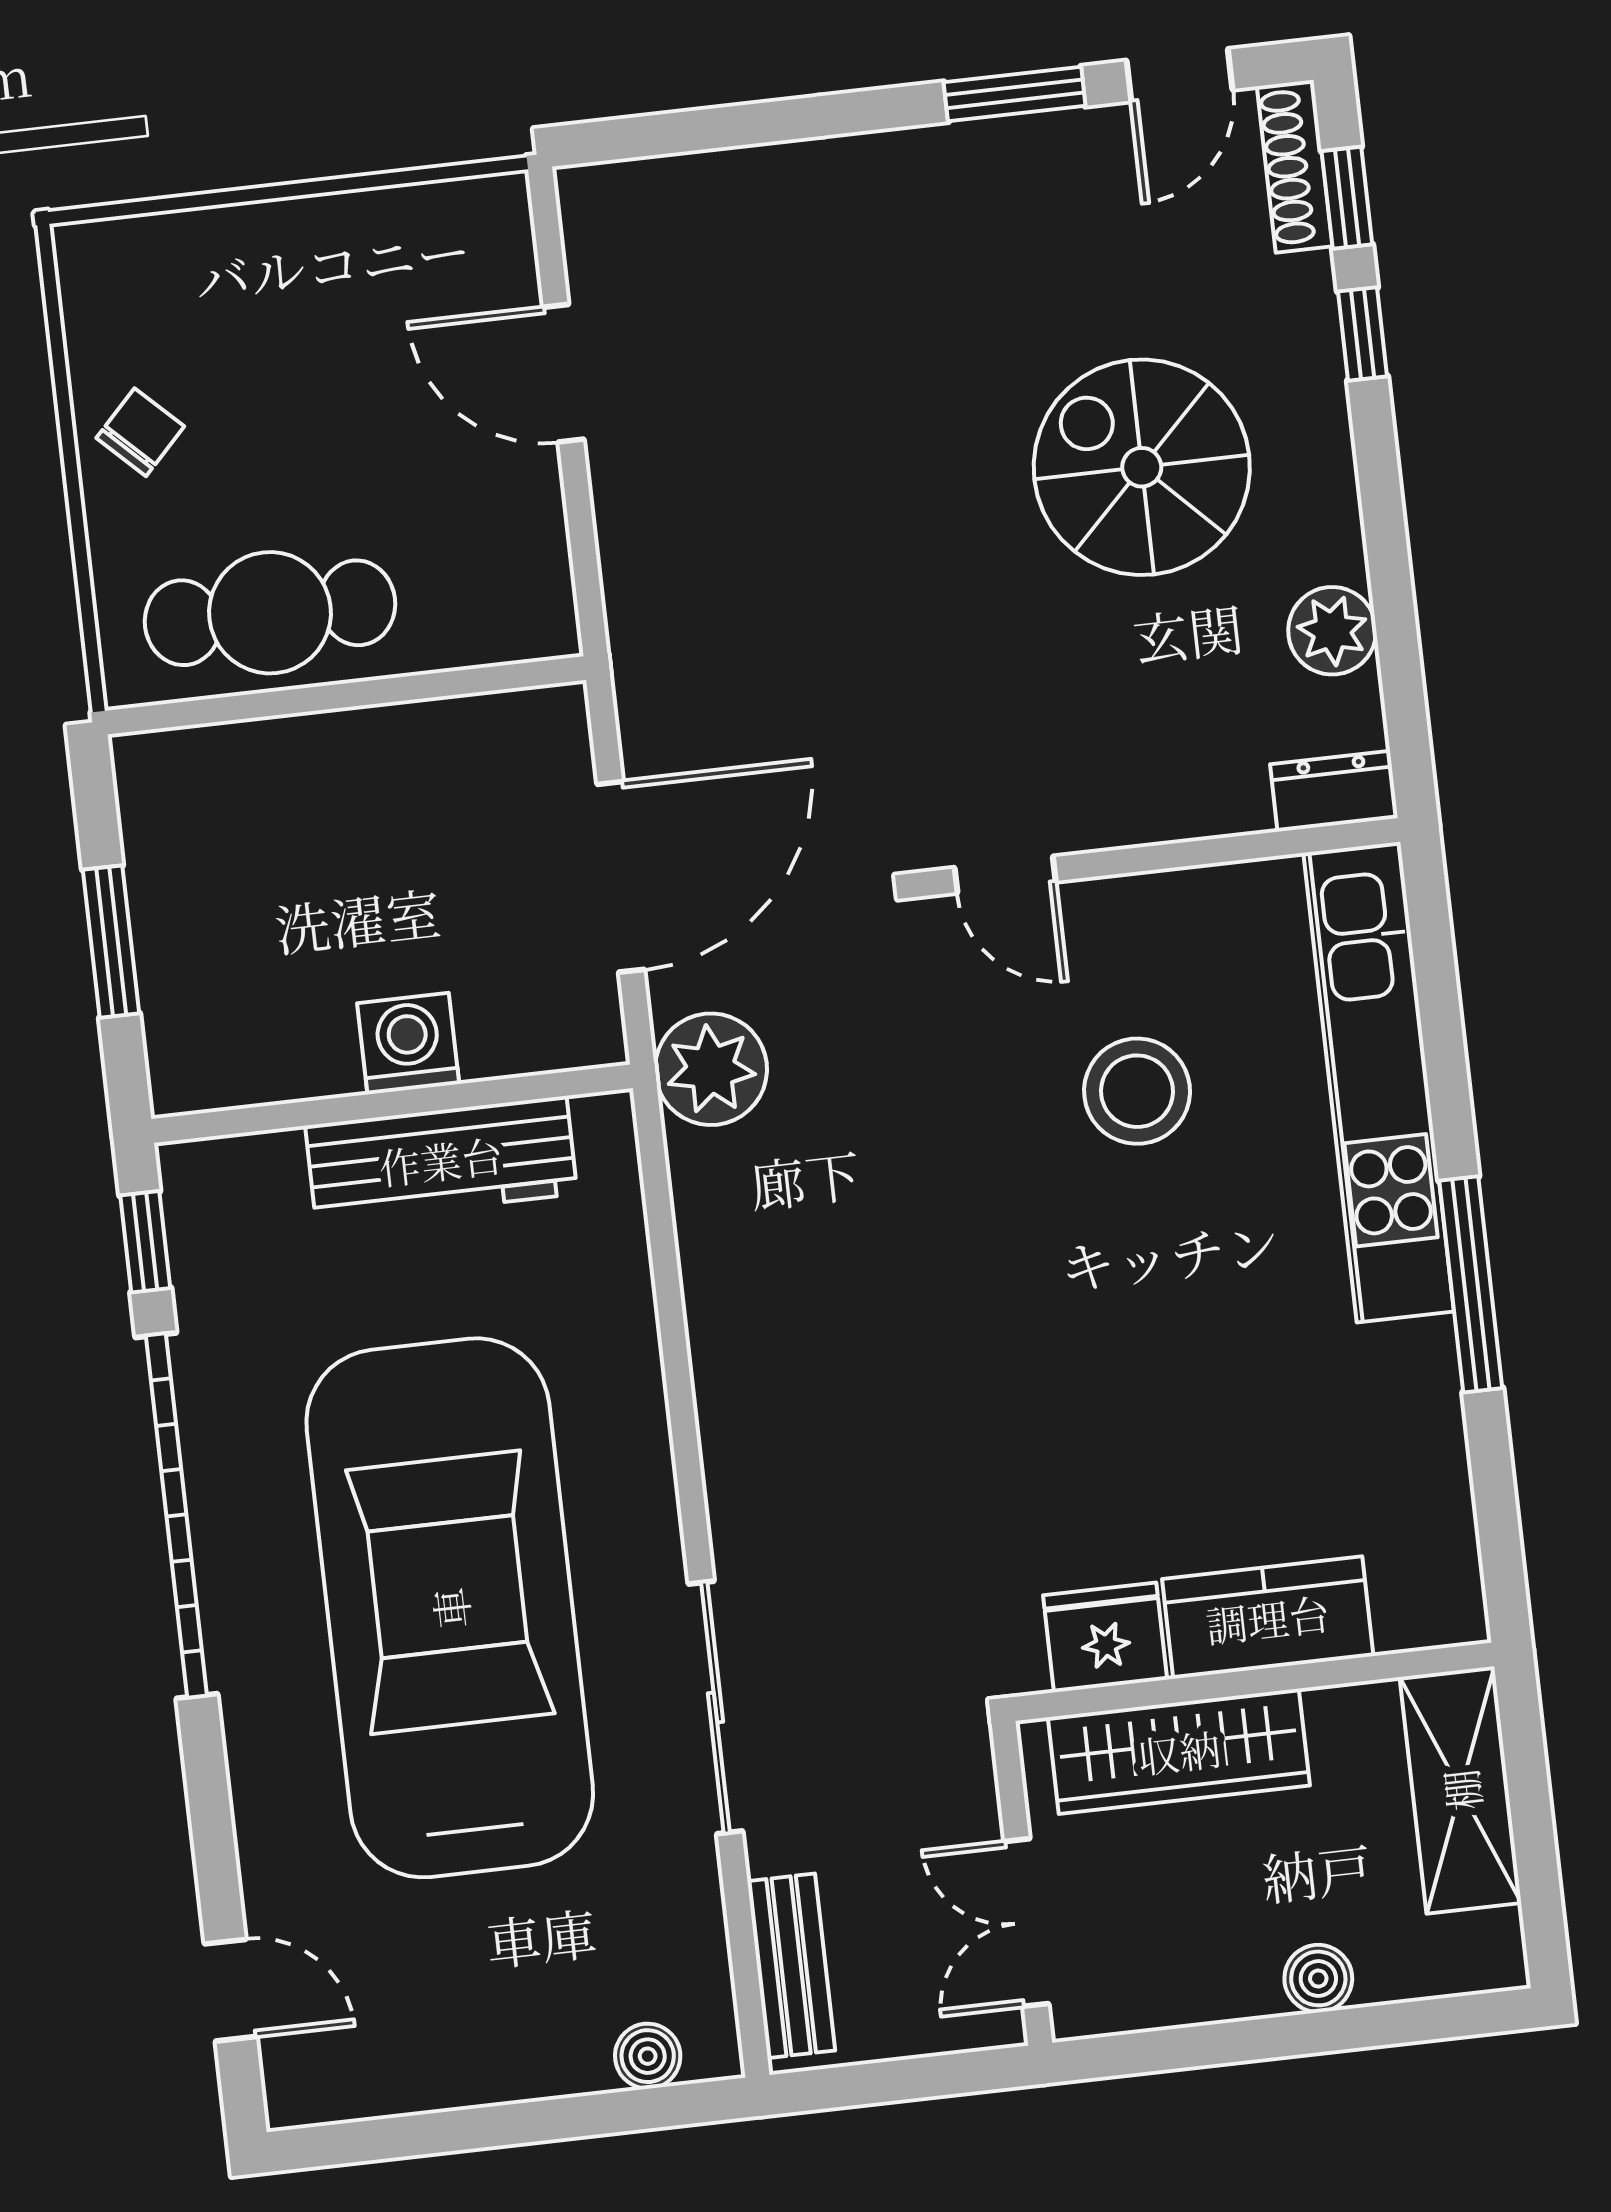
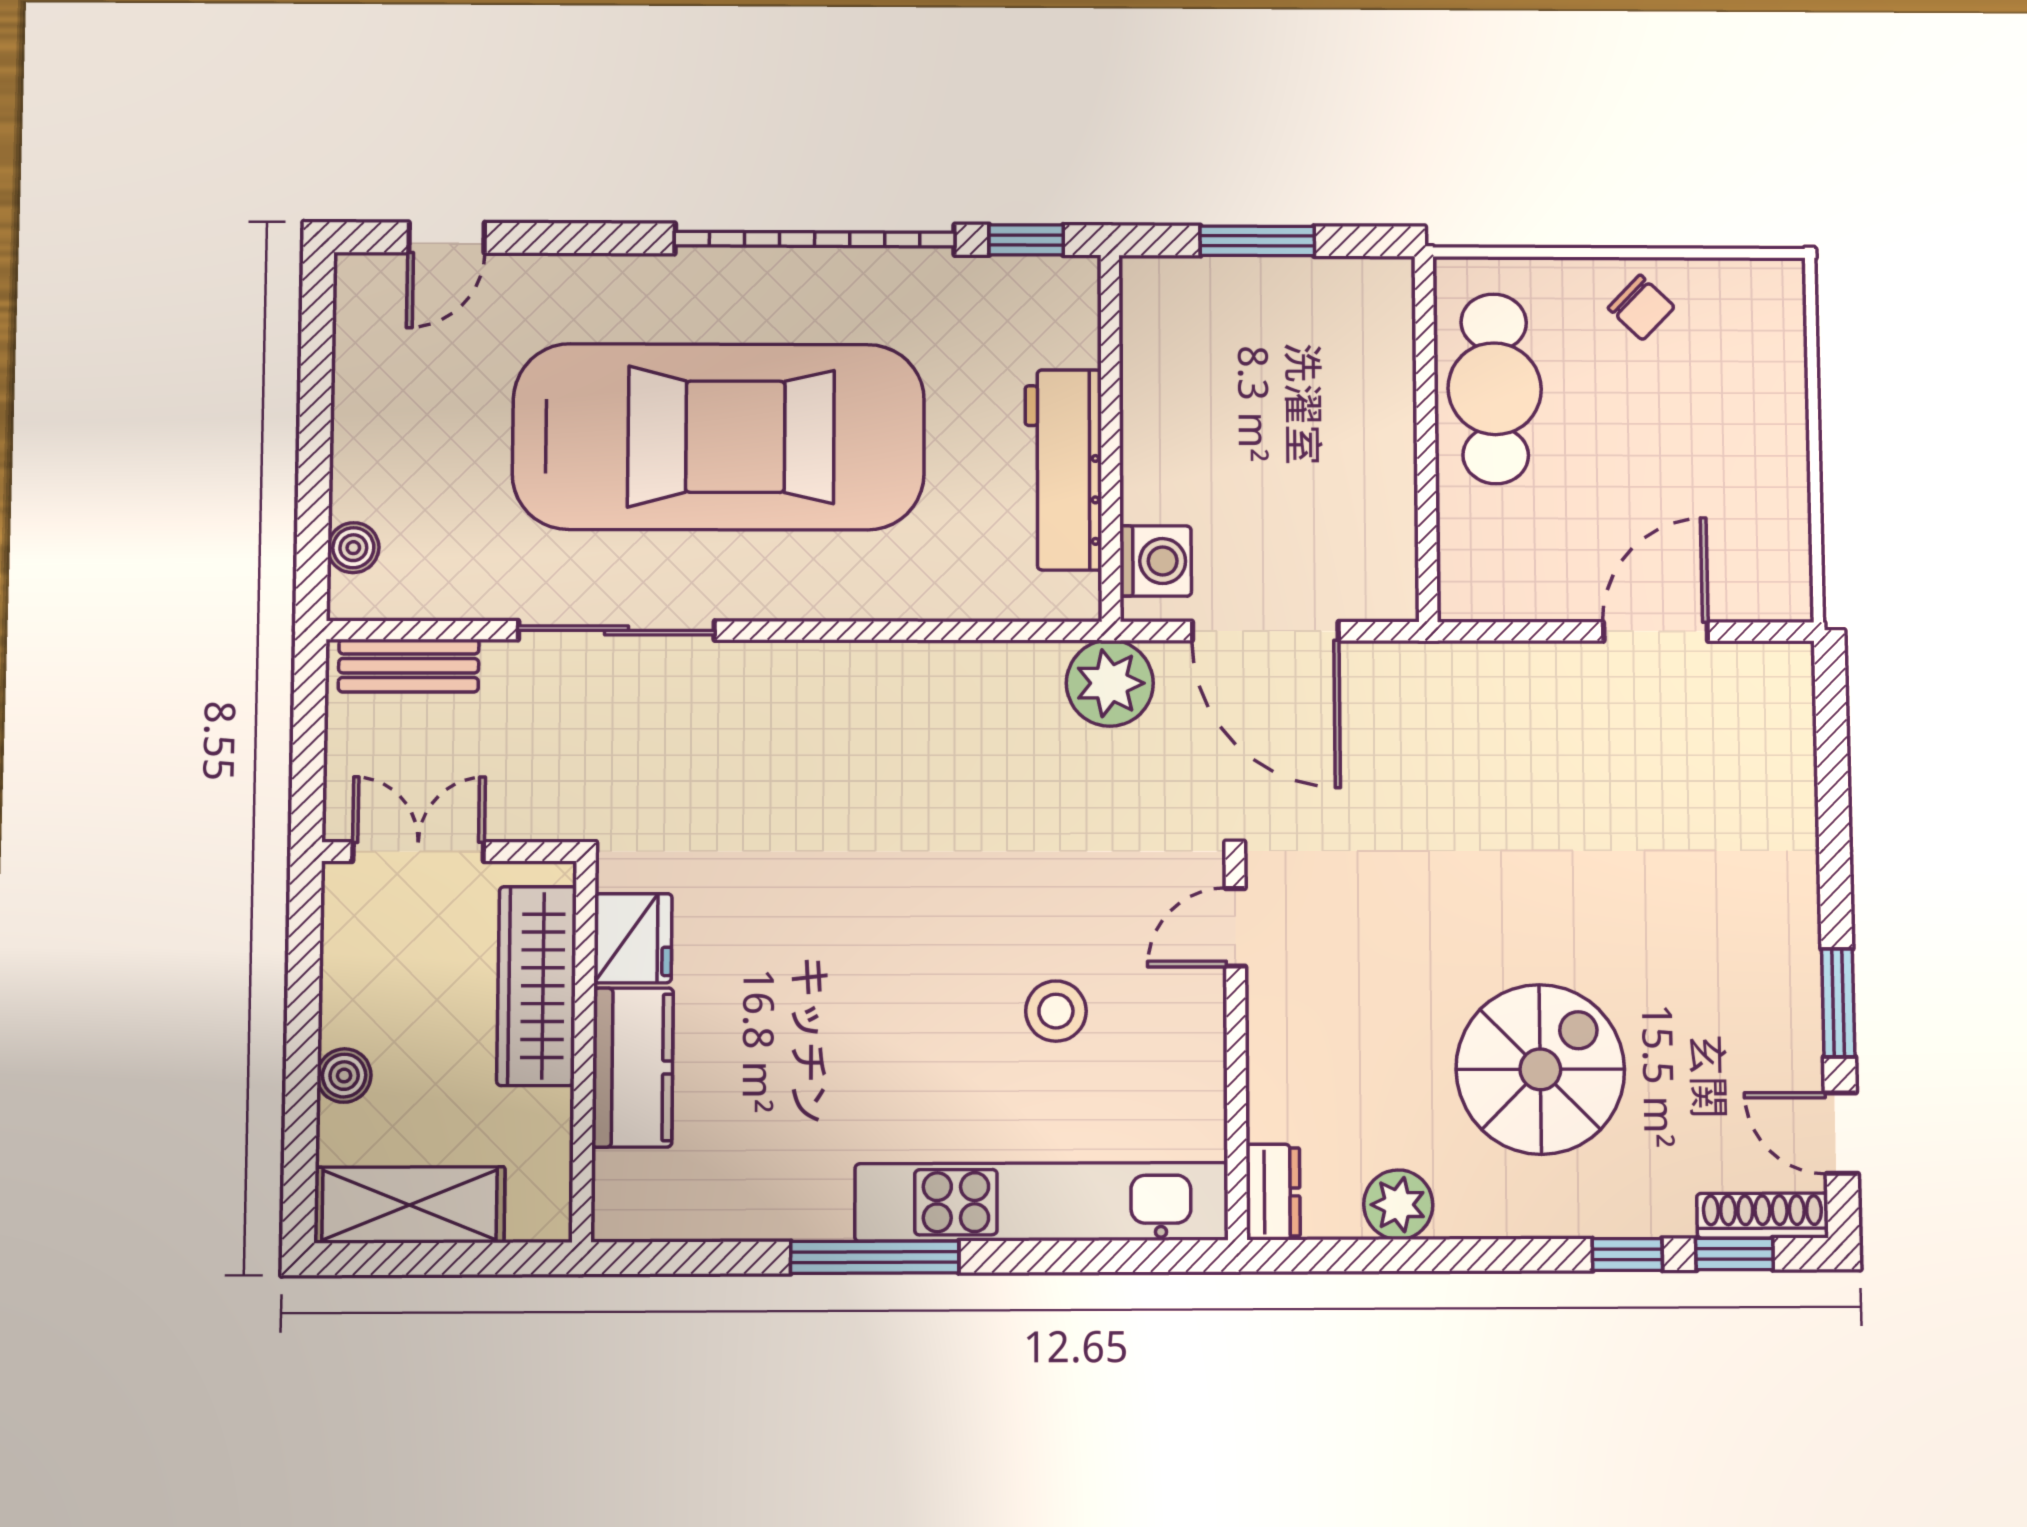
washing machine: (408, 1044) -> (1156, 561), moved
stool: (1137, 1091) -> (1056, 1011), width x0.73, depth x0.73
shelving: (1461, 1790) -> (410, 1205), moved

